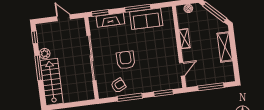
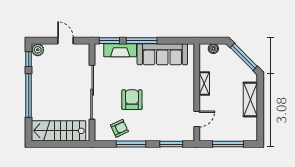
window: (138, 8) -> (142, 41), moved
sofa: (146, 19) -> (162, 54), width x1.36
plant: (45, 54) -> (38, 50), moved
window: (39, 68) -> (29, 96), width x1.46
stairs: (52, 82) -> (59, 131), moved, turned -90

